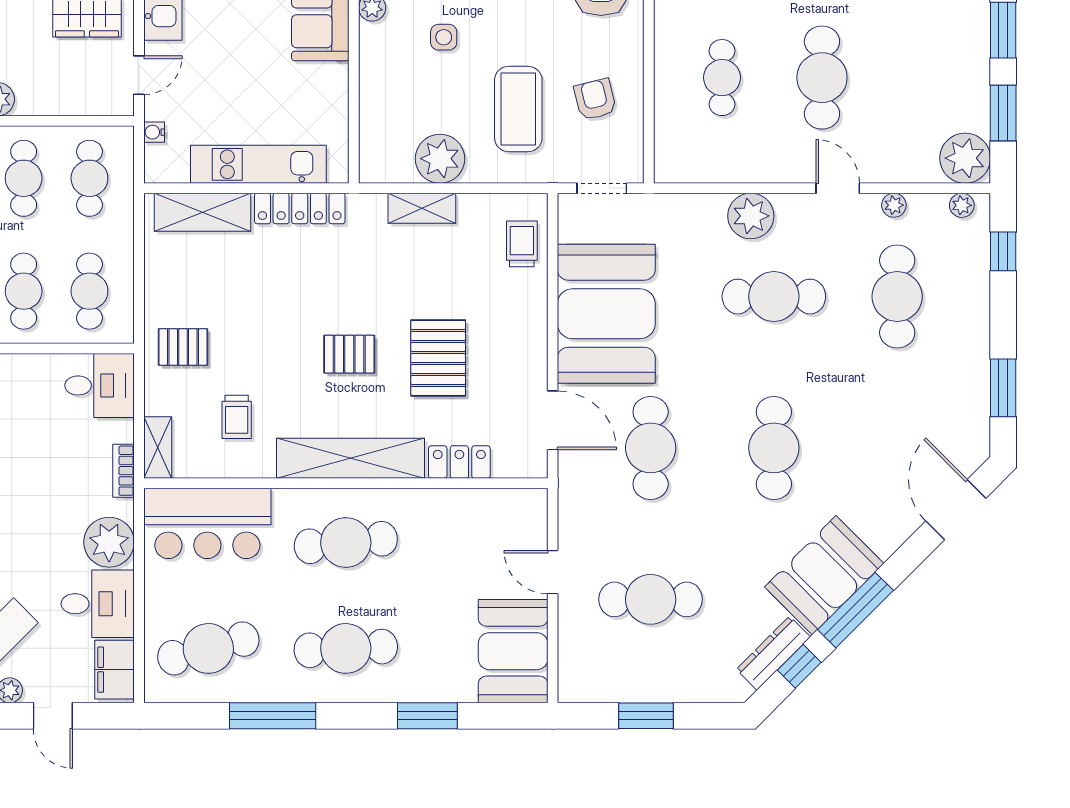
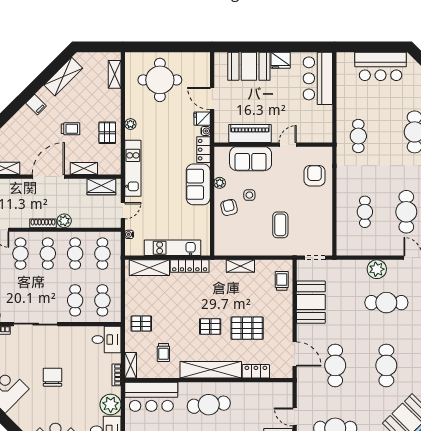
armchair: (595, 99) -> (229, 207), moved
coffee table: (518, 109) -> (280, 225), width x0.73, depth x0.76
plant: (440, 159) -> (248, 245), removed
booth: (606, 314) -> (311, 302), width x0.73, depth x0.70
pallet: (438, 358) -> (247, 328), turned 90

